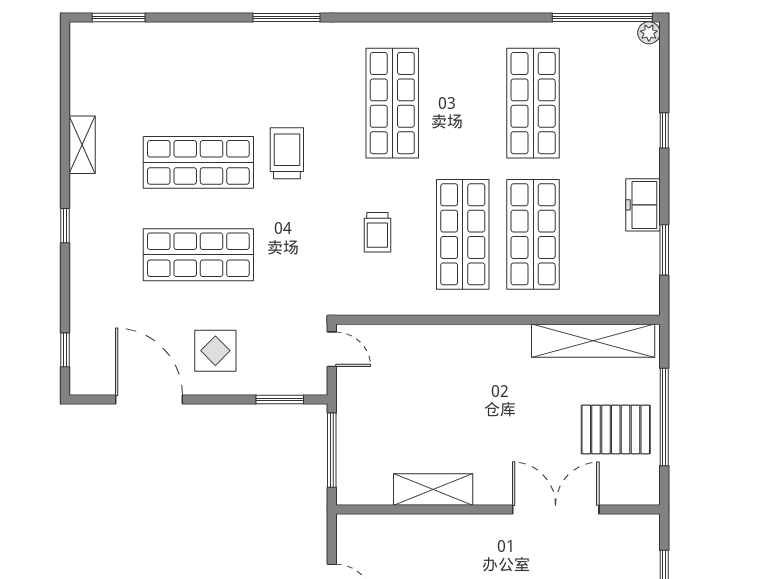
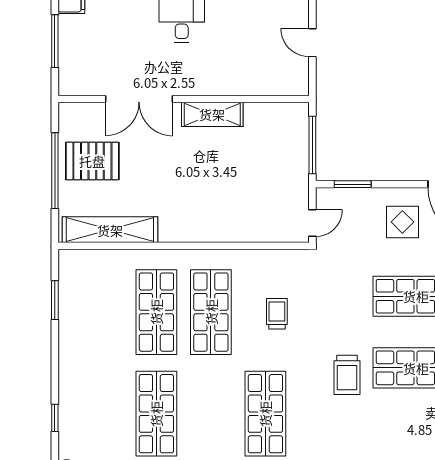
window: (664, 130) -> (55, 418), moved
freezer: (643, 205) -> (71, 335), removed
door: (332, 349) -> (312, 223), swing flipped
shelving: (433, 490) -> (212, 114), moved

